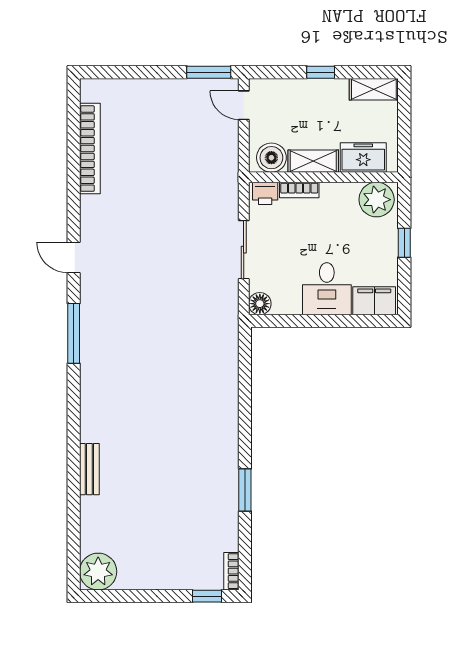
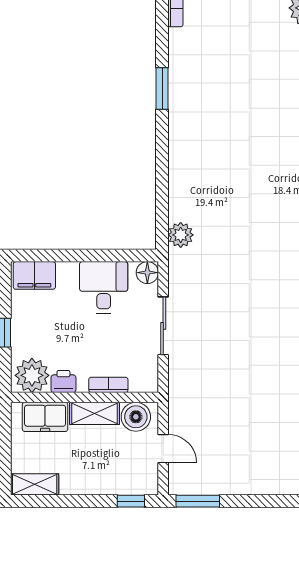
window: (321, 72) -> (131, 501), moved
door: (244, 105) -> (163, 449), moved
printer: (265, 193) -> (63, 381), moved
desk: (327, 289) -> (104, 287), moved
plant: (226, 342) -> (181, 235), added

